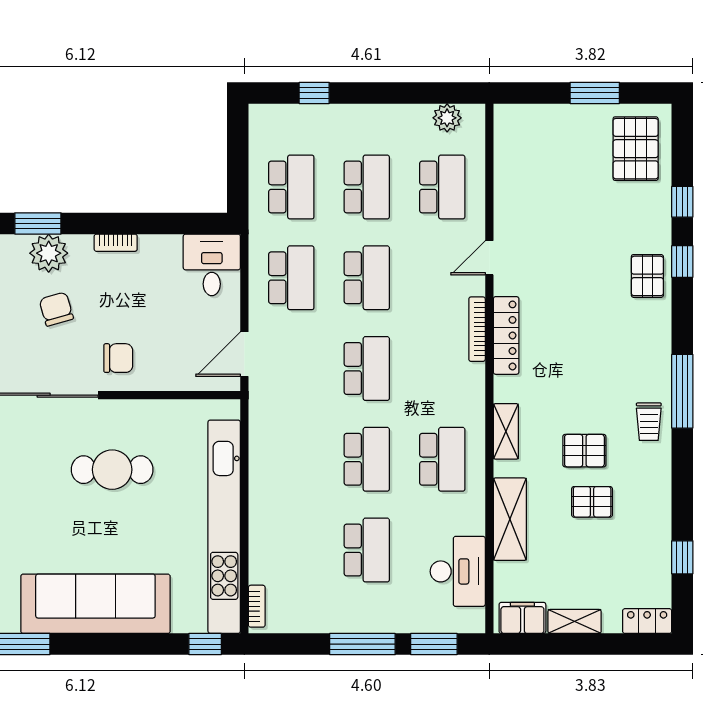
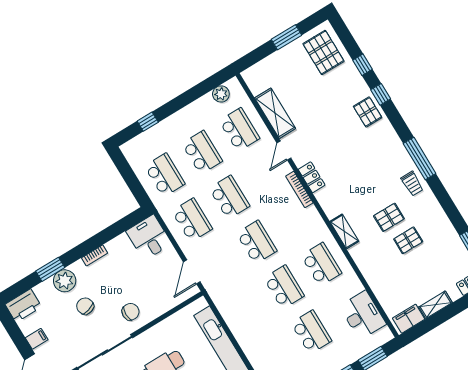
locker: (506, 335) -> (312, 177), width x0.66
shelving: (510, 519) -> (275, 113), moved

